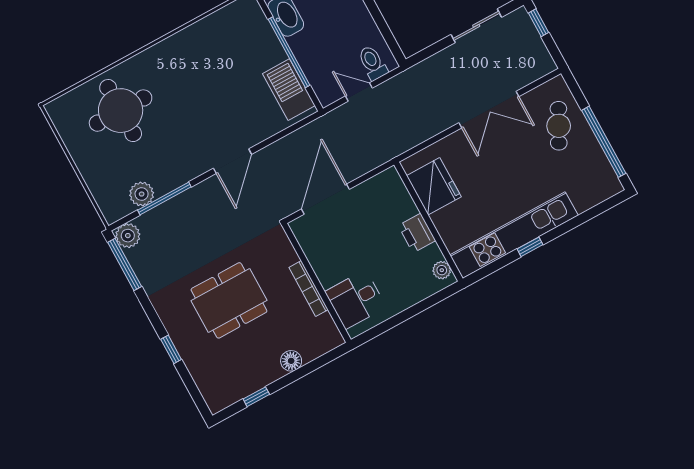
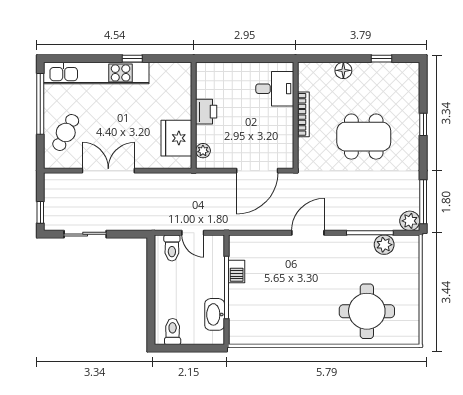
barbecue: (289, 90) -> (237, 271), width x0.53, depth x0.65
kitchen unit: (514, 235) -> (96, 73), moved
plant: (442, 270) -> (203, 151), moved

